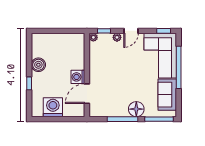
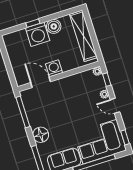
shelving: (56, 40) -> (83, 36), added
washing machine: (53, 107) -> (38, 34), moved, turned 90
window: (123, 119) -> (23, 112), moved

